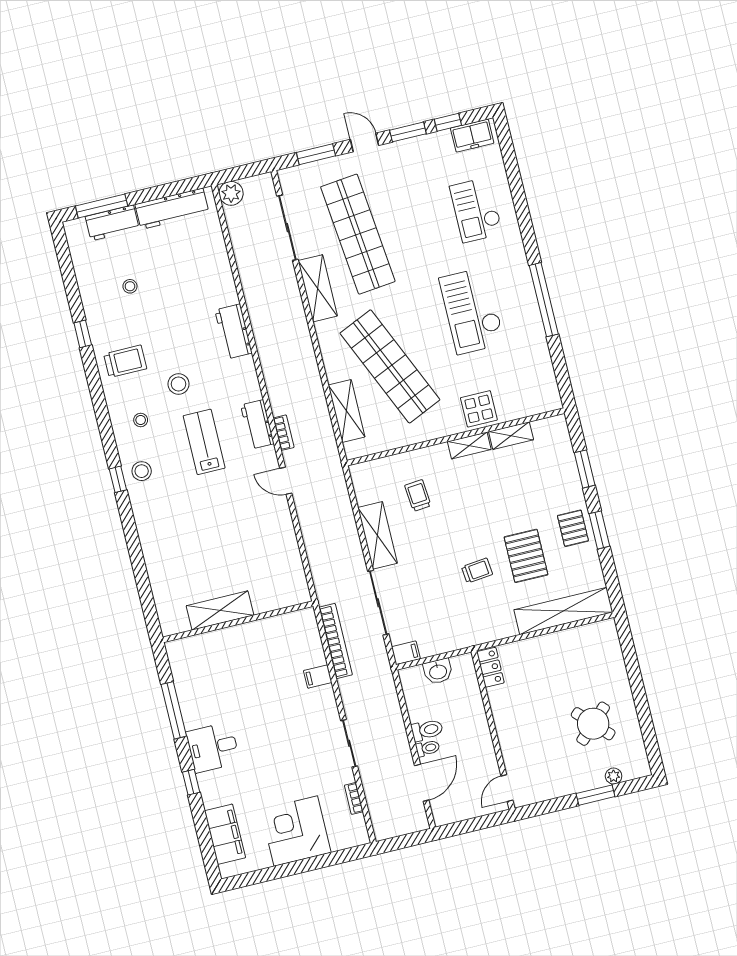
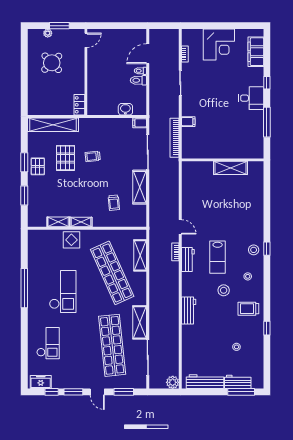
locker: (490, 667) -> (79, 105), moved
wall: (493, 730) -> (86, 72), moved
door: (507, 788) -> (86, 40), moved

